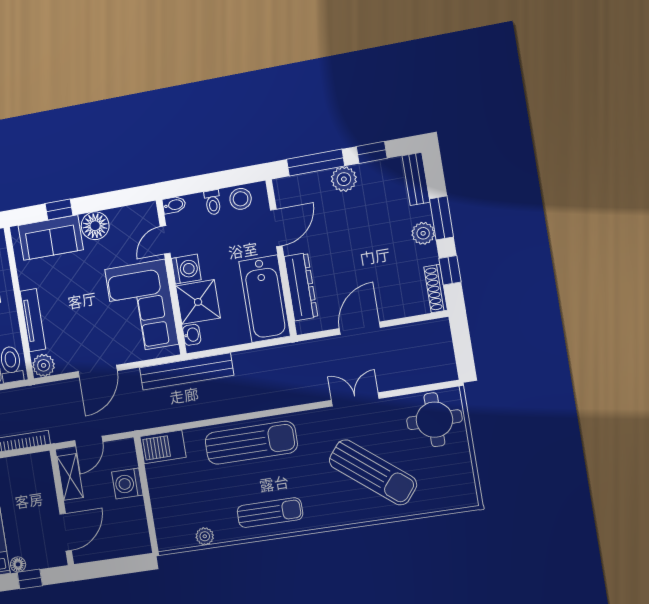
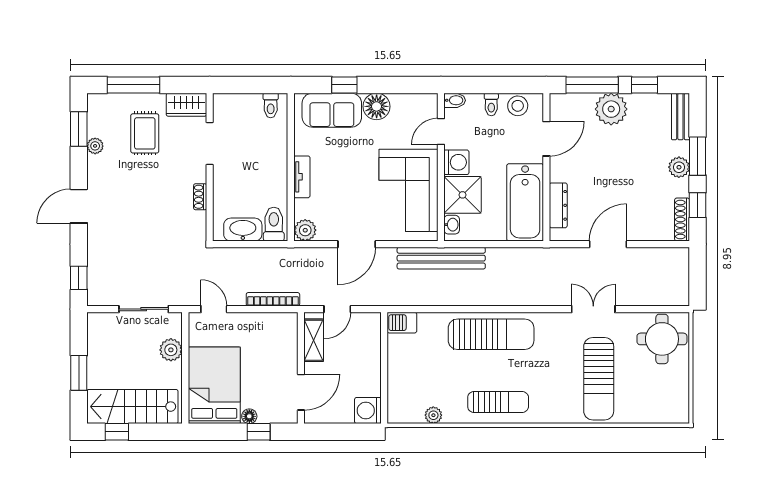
plant: (344, 179) -> (611, 109), width x1.36, depth x1.36
dresser: (301, 287) -> (558, 205), width x0.73, depth x0.80
tv unit: (33, 320) -> (302, 177), width x0.71
barbecue: (163, 447) -> (402, 323), width x0.73, depth x0.79
sun lounger: (373, 472) -> (599, 379), turned 51
washing machine: (127, 484) -> (368, 411), moved

